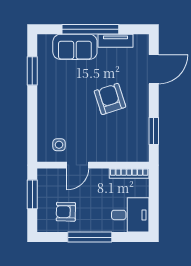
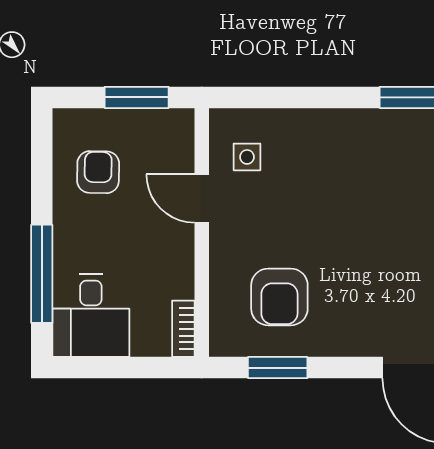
armchair: (110, 99) -> (279, 297), moved, turned 108
bookcase: (129, 173) -> (183, 329), width x0.64
window: (90, 237) -> (42, 274), moved

